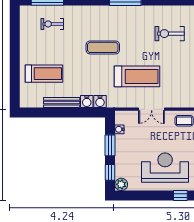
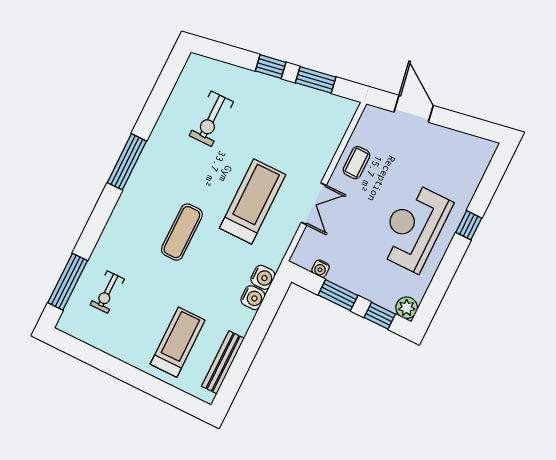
bench: (62, 103) -> (223, 362), moved

